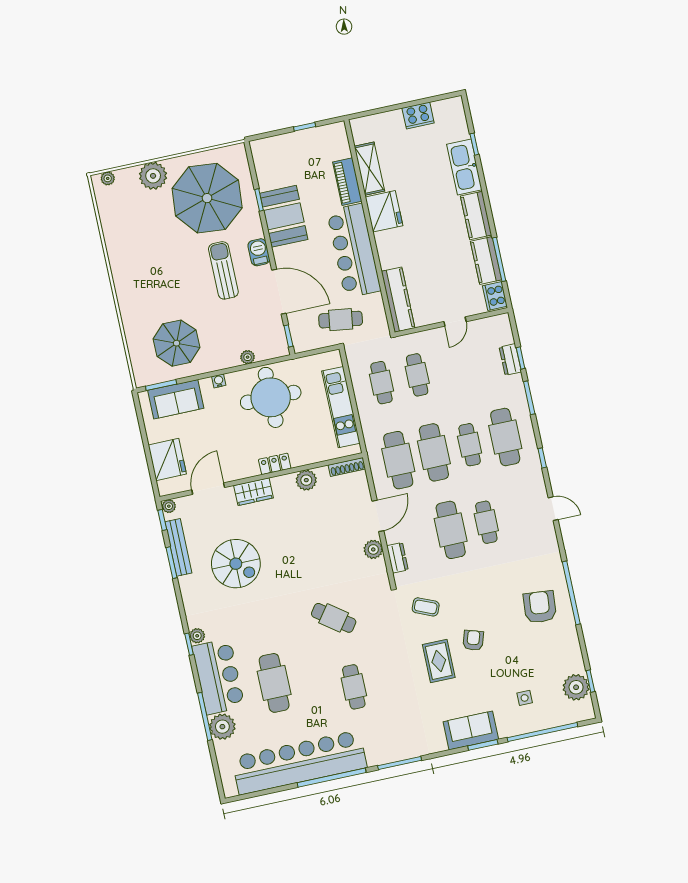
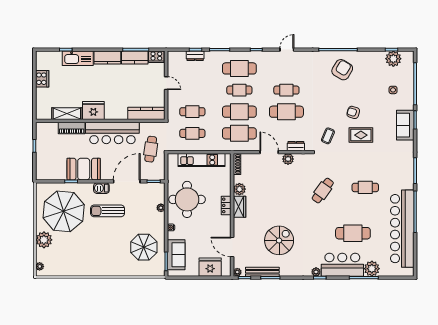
wardrobe: (253, 492) -> (240, 207), moved
armchair: (540, 607) -> (342, 70), turned 116

